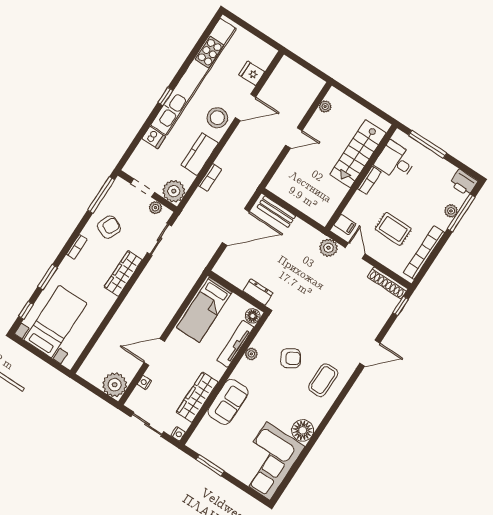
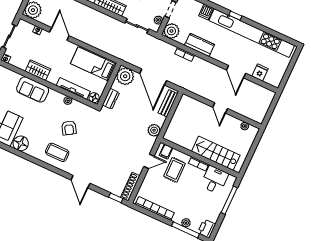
stool: (217, 118) -> (226, 53), removed
rug: (393, 229) -> (175, 170), moved
plant: (328, 248) -> (154, 130), moved
plant: (229, 267) -> (125, 76), added
wardrobe: (197, 397) -> (38, 70), width x0.67

